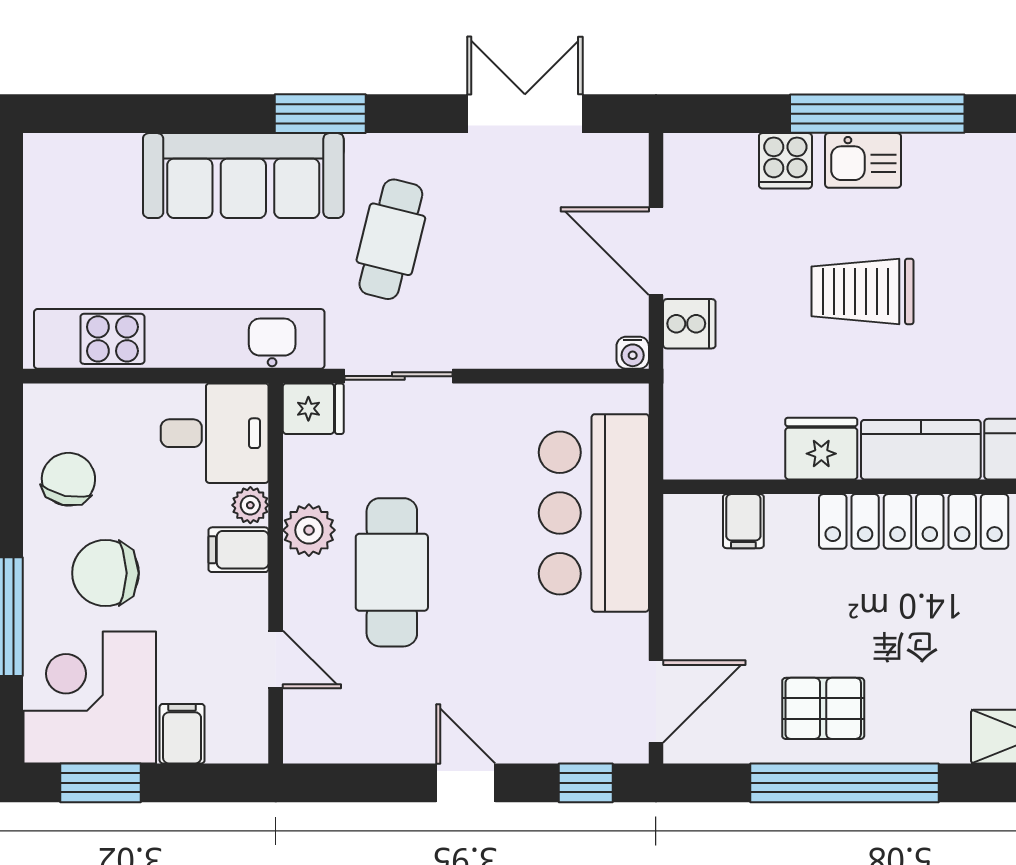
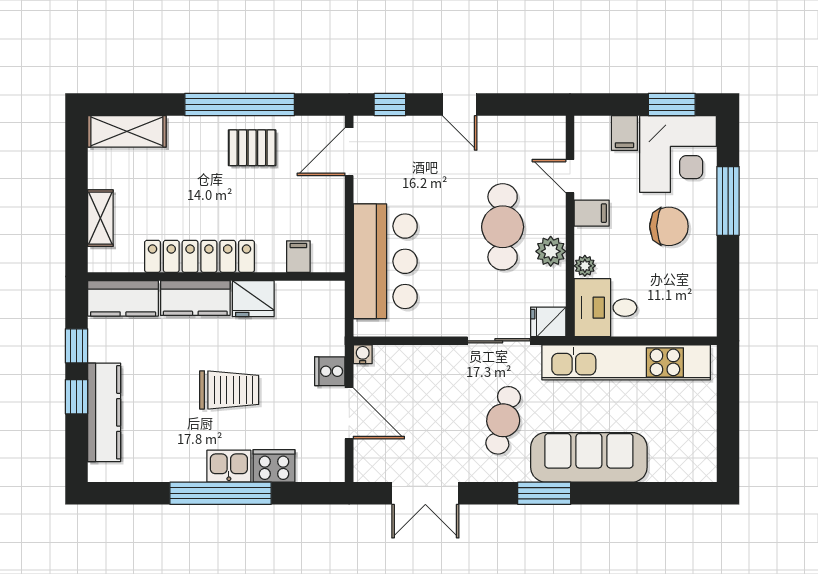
cooker: (785, 161) -> (274, 466), width x1.36
chair: (68, 479) -> (690, 281), removed
filing cabinet: (239, 550) -> (592, 213), moved

